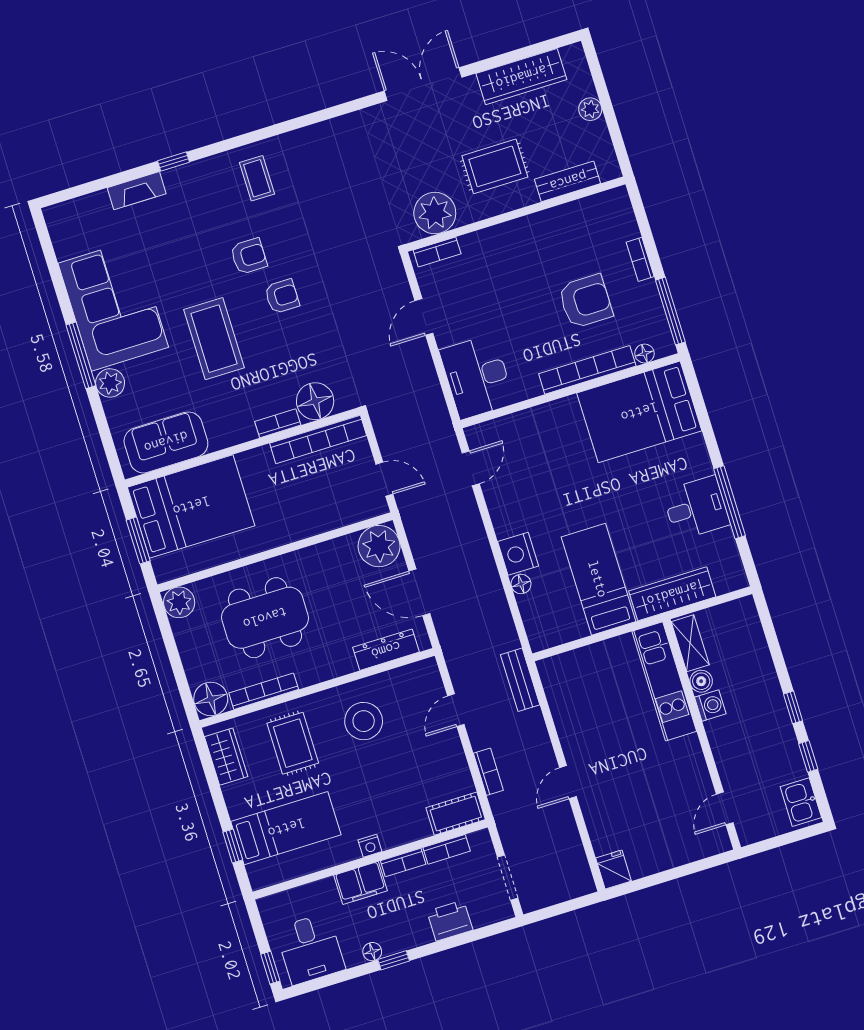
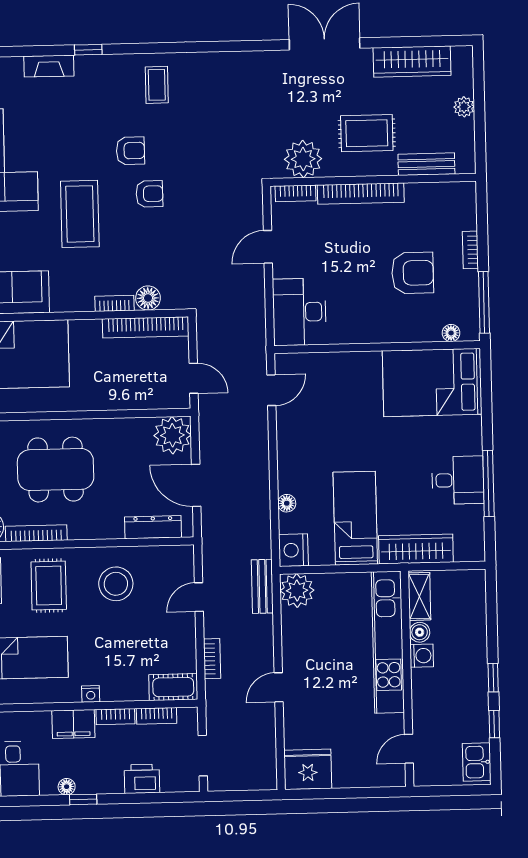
bookcase: (587, 370) -> (361, 194), moved, turned 180
floor lamp: (315, 401) -> (148, 298), width x0.73, depth x0.73
nightstand: (518, 554) -> (293, 550), moved
plant: (558, 674) -> (297, 590), added
kitchen unit: (664, 681) -> (388, 642), width x1.36
fridge: (613, 869) -> (308, 769), width x1.88, depth x1.34

